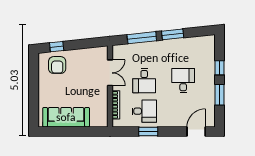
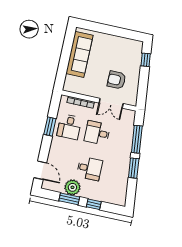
armchair: (57, 65) -> (116, 80), moved
plant: (207, 94) -> (72, 187), added

